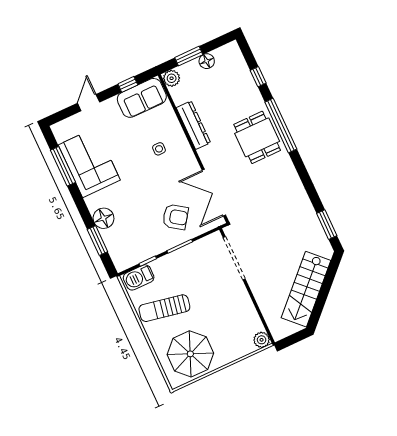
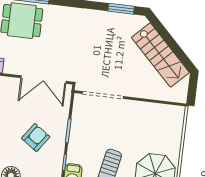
armchair: (175, 217) -> (36, 138), moved
plant: (262, 340) -> (178, 113), removed

